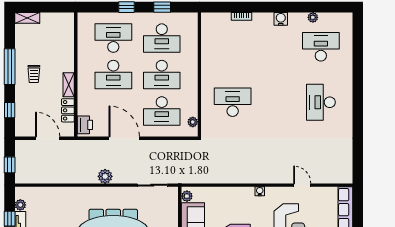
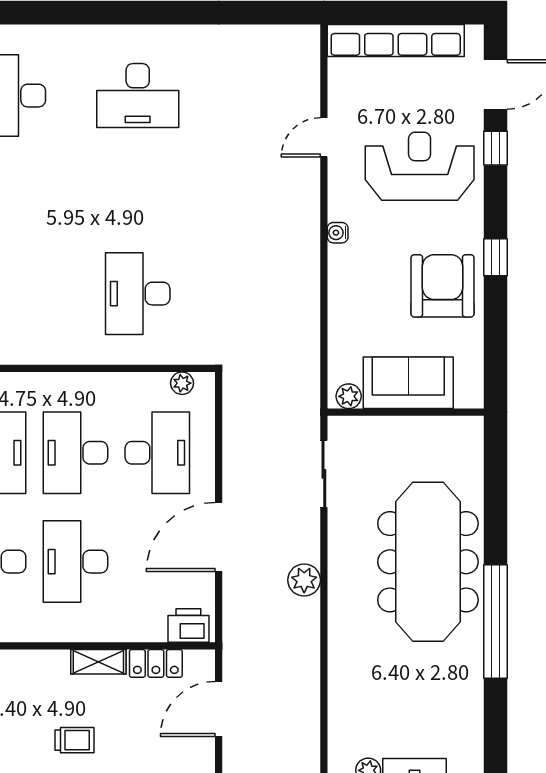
desk: (113, 75) -> (75, 562), turned 180
desk: (162, 75) -> (75, 453), turned 180

